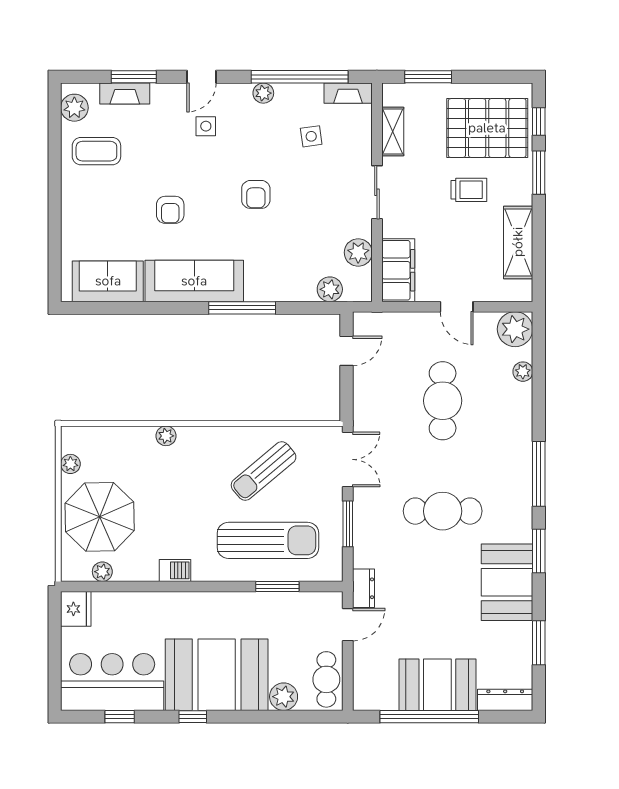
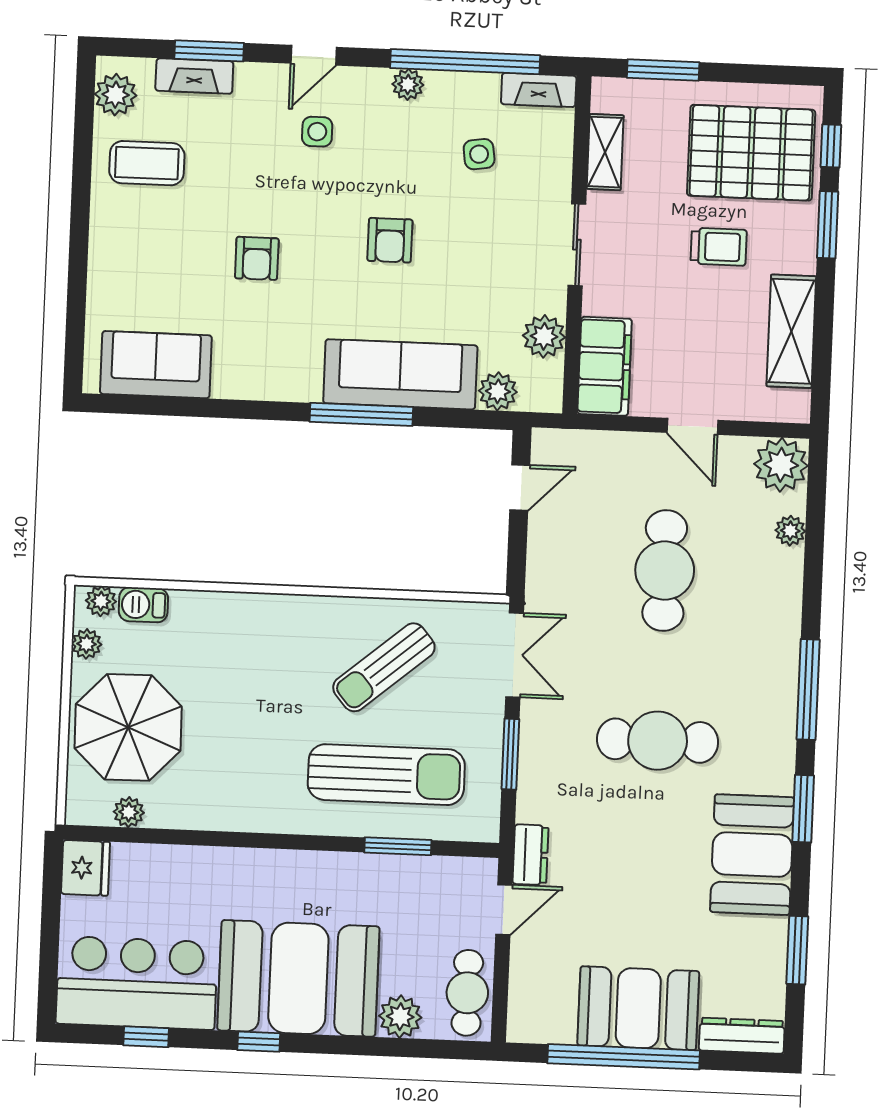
sofa: (194, 281) -> (400, 374), moved
plant: (166, 436) -> (101, 601), moved
barbecue: (175, 570) -> (143, 605), moved, turned 180

